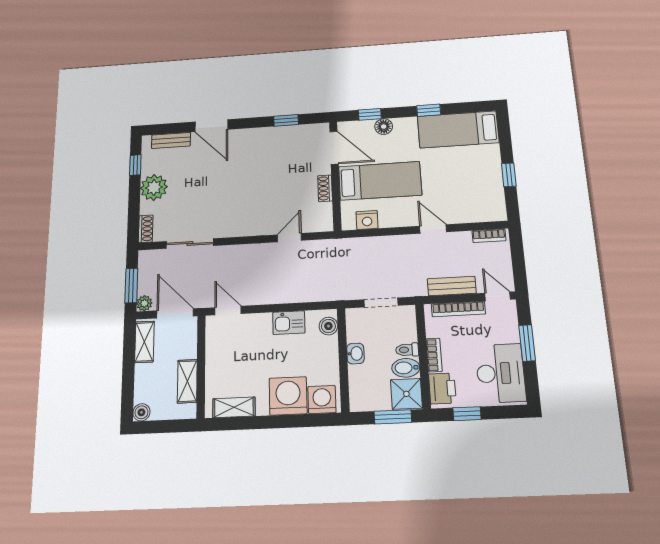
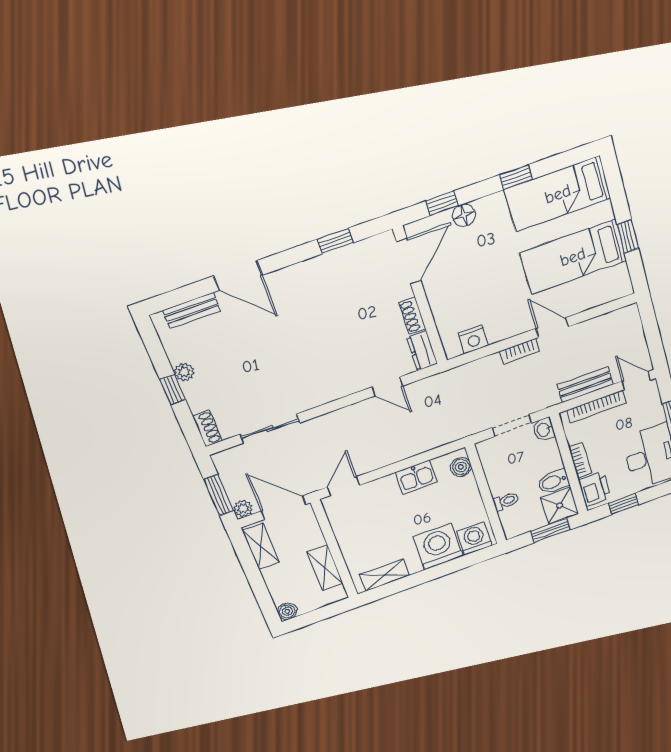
door: (334, 148) -> (409, 261), hinge flipped
window: (135, 165) -> (173, 390), moved
bed: (380, 181) -> (573, 257), moved, turned 180
plant: (154, 187) -> (184, 372), width x0.53, depth x0.53
dresser: (325, 217) -> (422, 351), added
bookcase: (489, 236) -> (520, 351), moved
door: (289, 238) -> (387, 386), swing flipped
door: (228, 311) -> (343, 486), hinge flipped
toilet: (407, 350) -> (506, 501), moved, turned 180
washbasin: (355, 354) -> (544, 430), moved, turned 180

